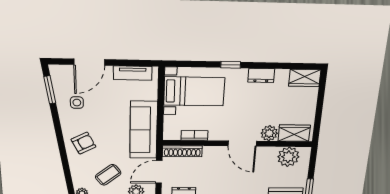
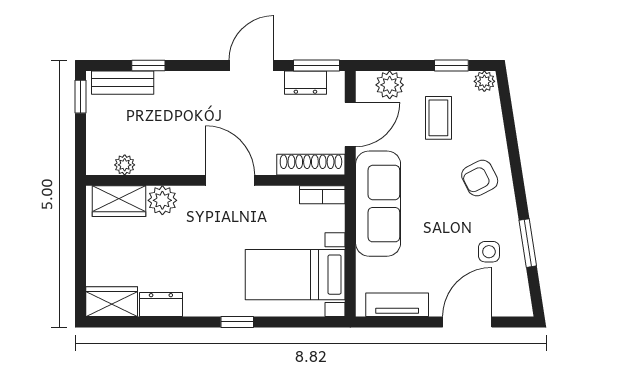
dresser: (261, 75) -> (161, 305), moved
window: (50, 90) -> (528, 243), moved
bookcase: (194, 135) -> (322, 195), moved
door: (242, 144) -> (230, 180), moved
plant: (288, 157) -> (125, 165), width x0.53, depth x0.53
coffee table: (108, 175) -> (438, 118), turned -52

